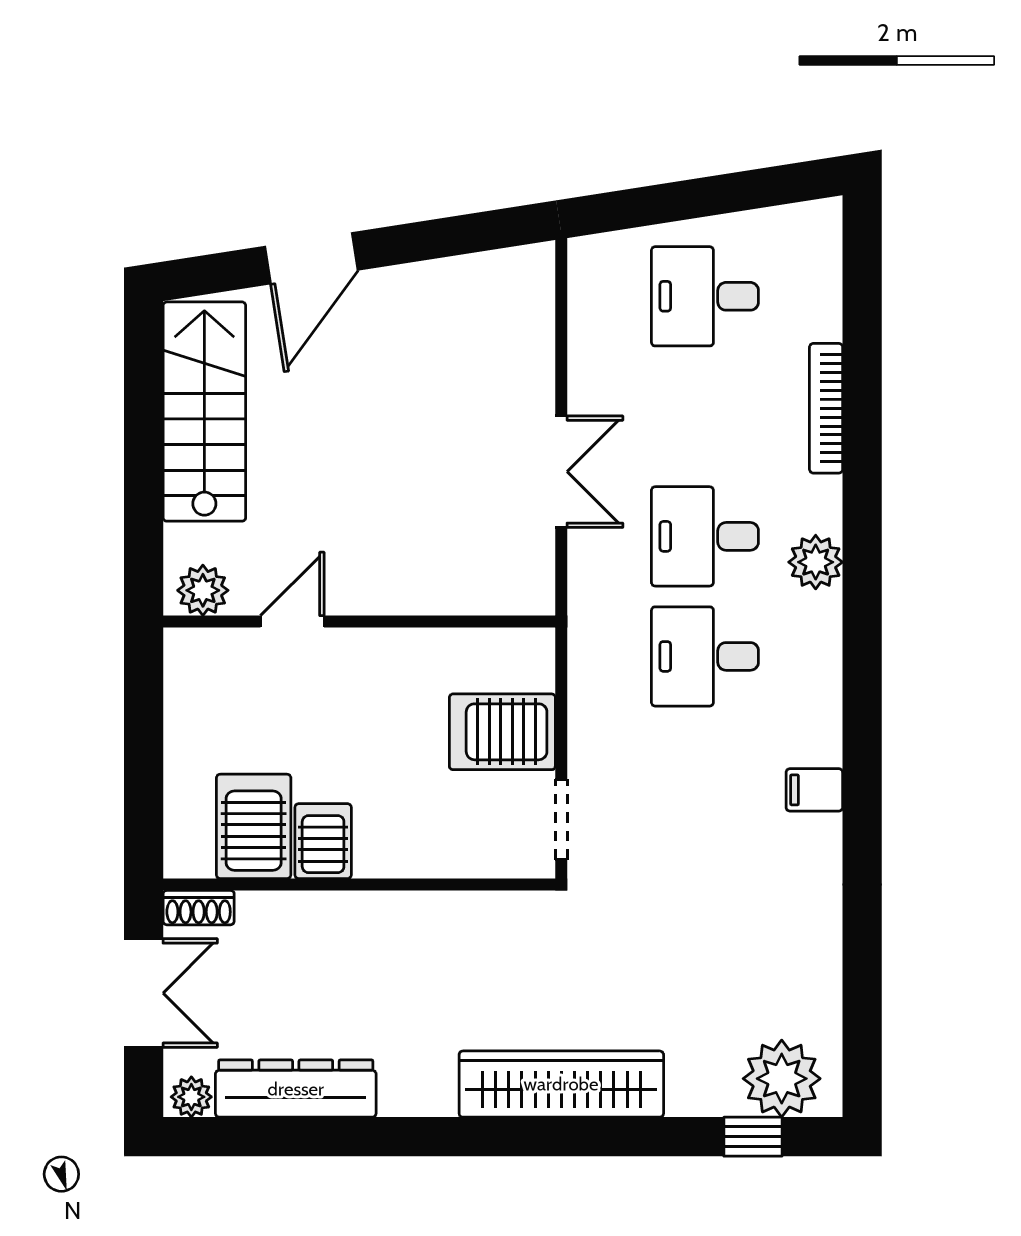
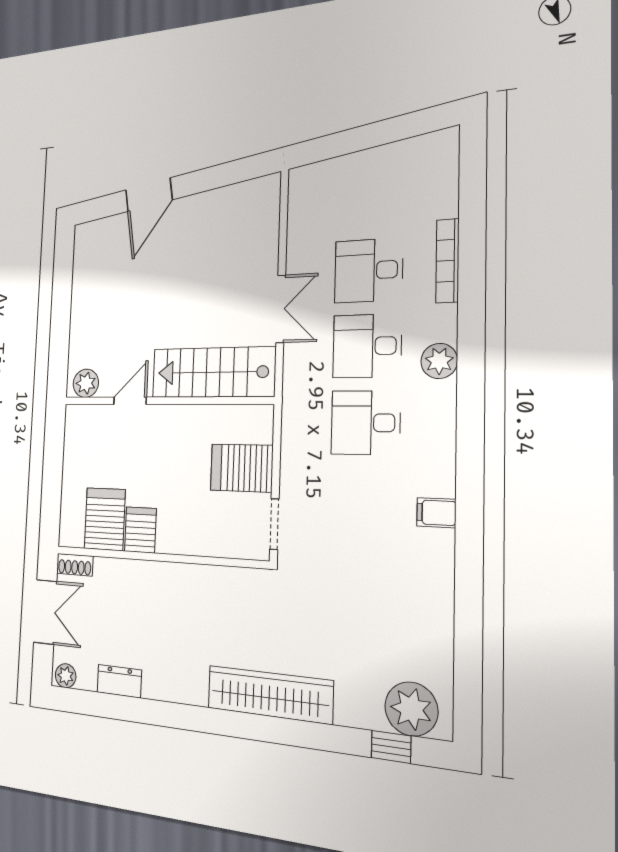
desk: (705, 296) -> (369, 270), moved
stairs: (204, 412) -> (213, 372), moved, turned -90
dresser: (296, 1089) -> (119, 681), width x0.51, depth x0.80

